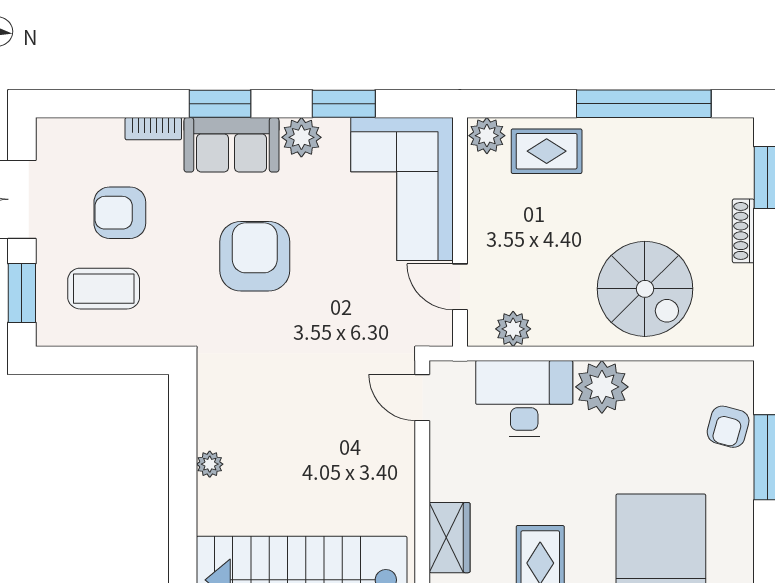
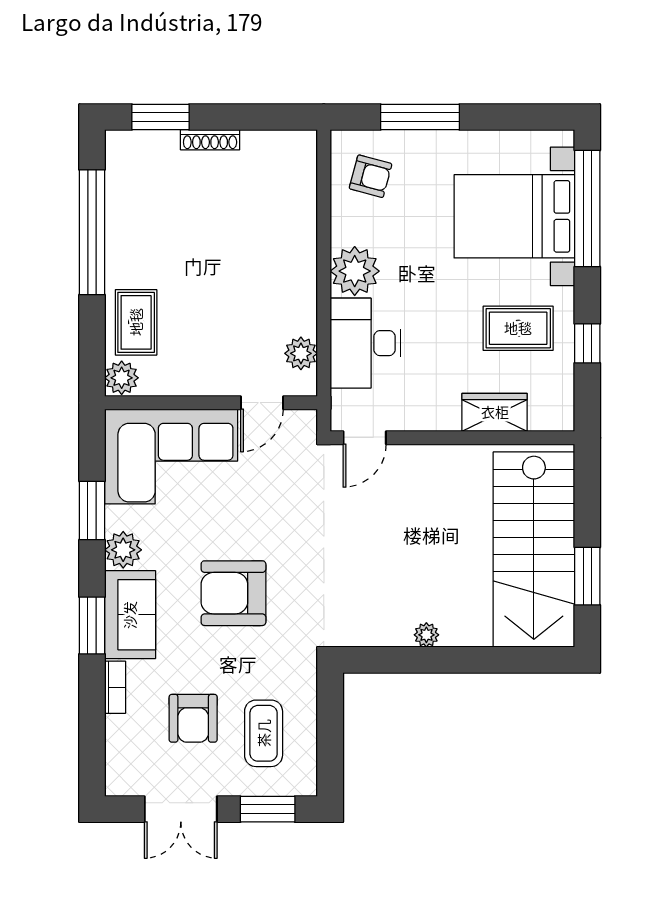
spiral stairs: (645, 289) -> (264, 231), removed
armchair: (728, 427) -> (371, 176), moved

